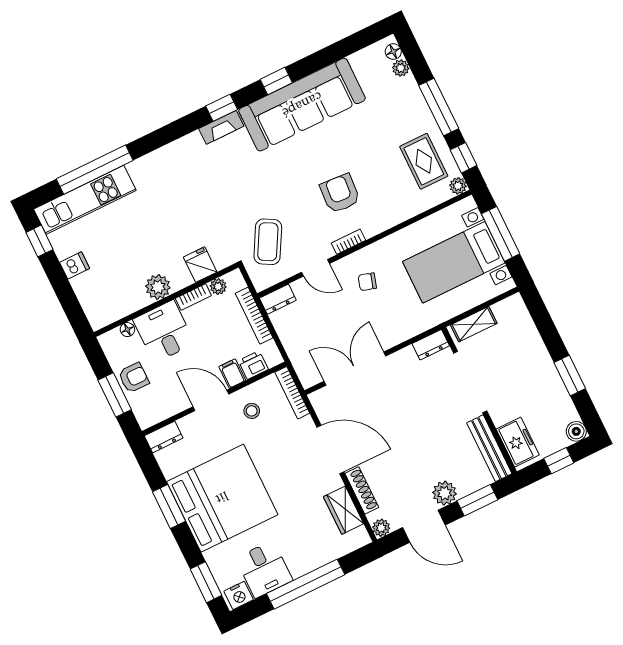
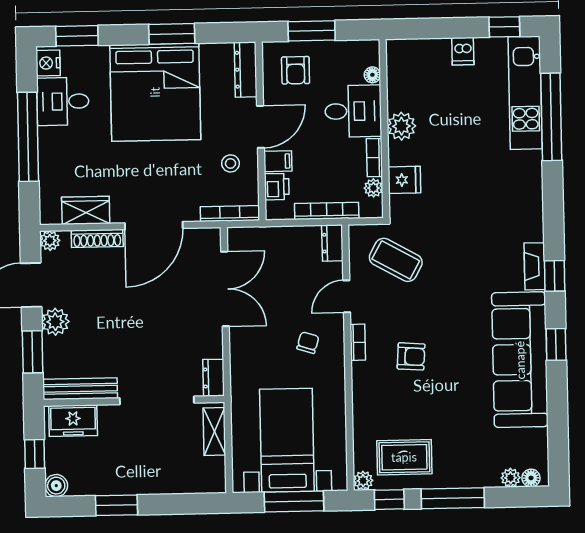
armchair: (340, 193) -> (411, 356), width x0.72, depth x0.72
armchair: (134, 378) -> (296, 70), moved
dresser: (164, 437) -> (246, 70), width x1.44

